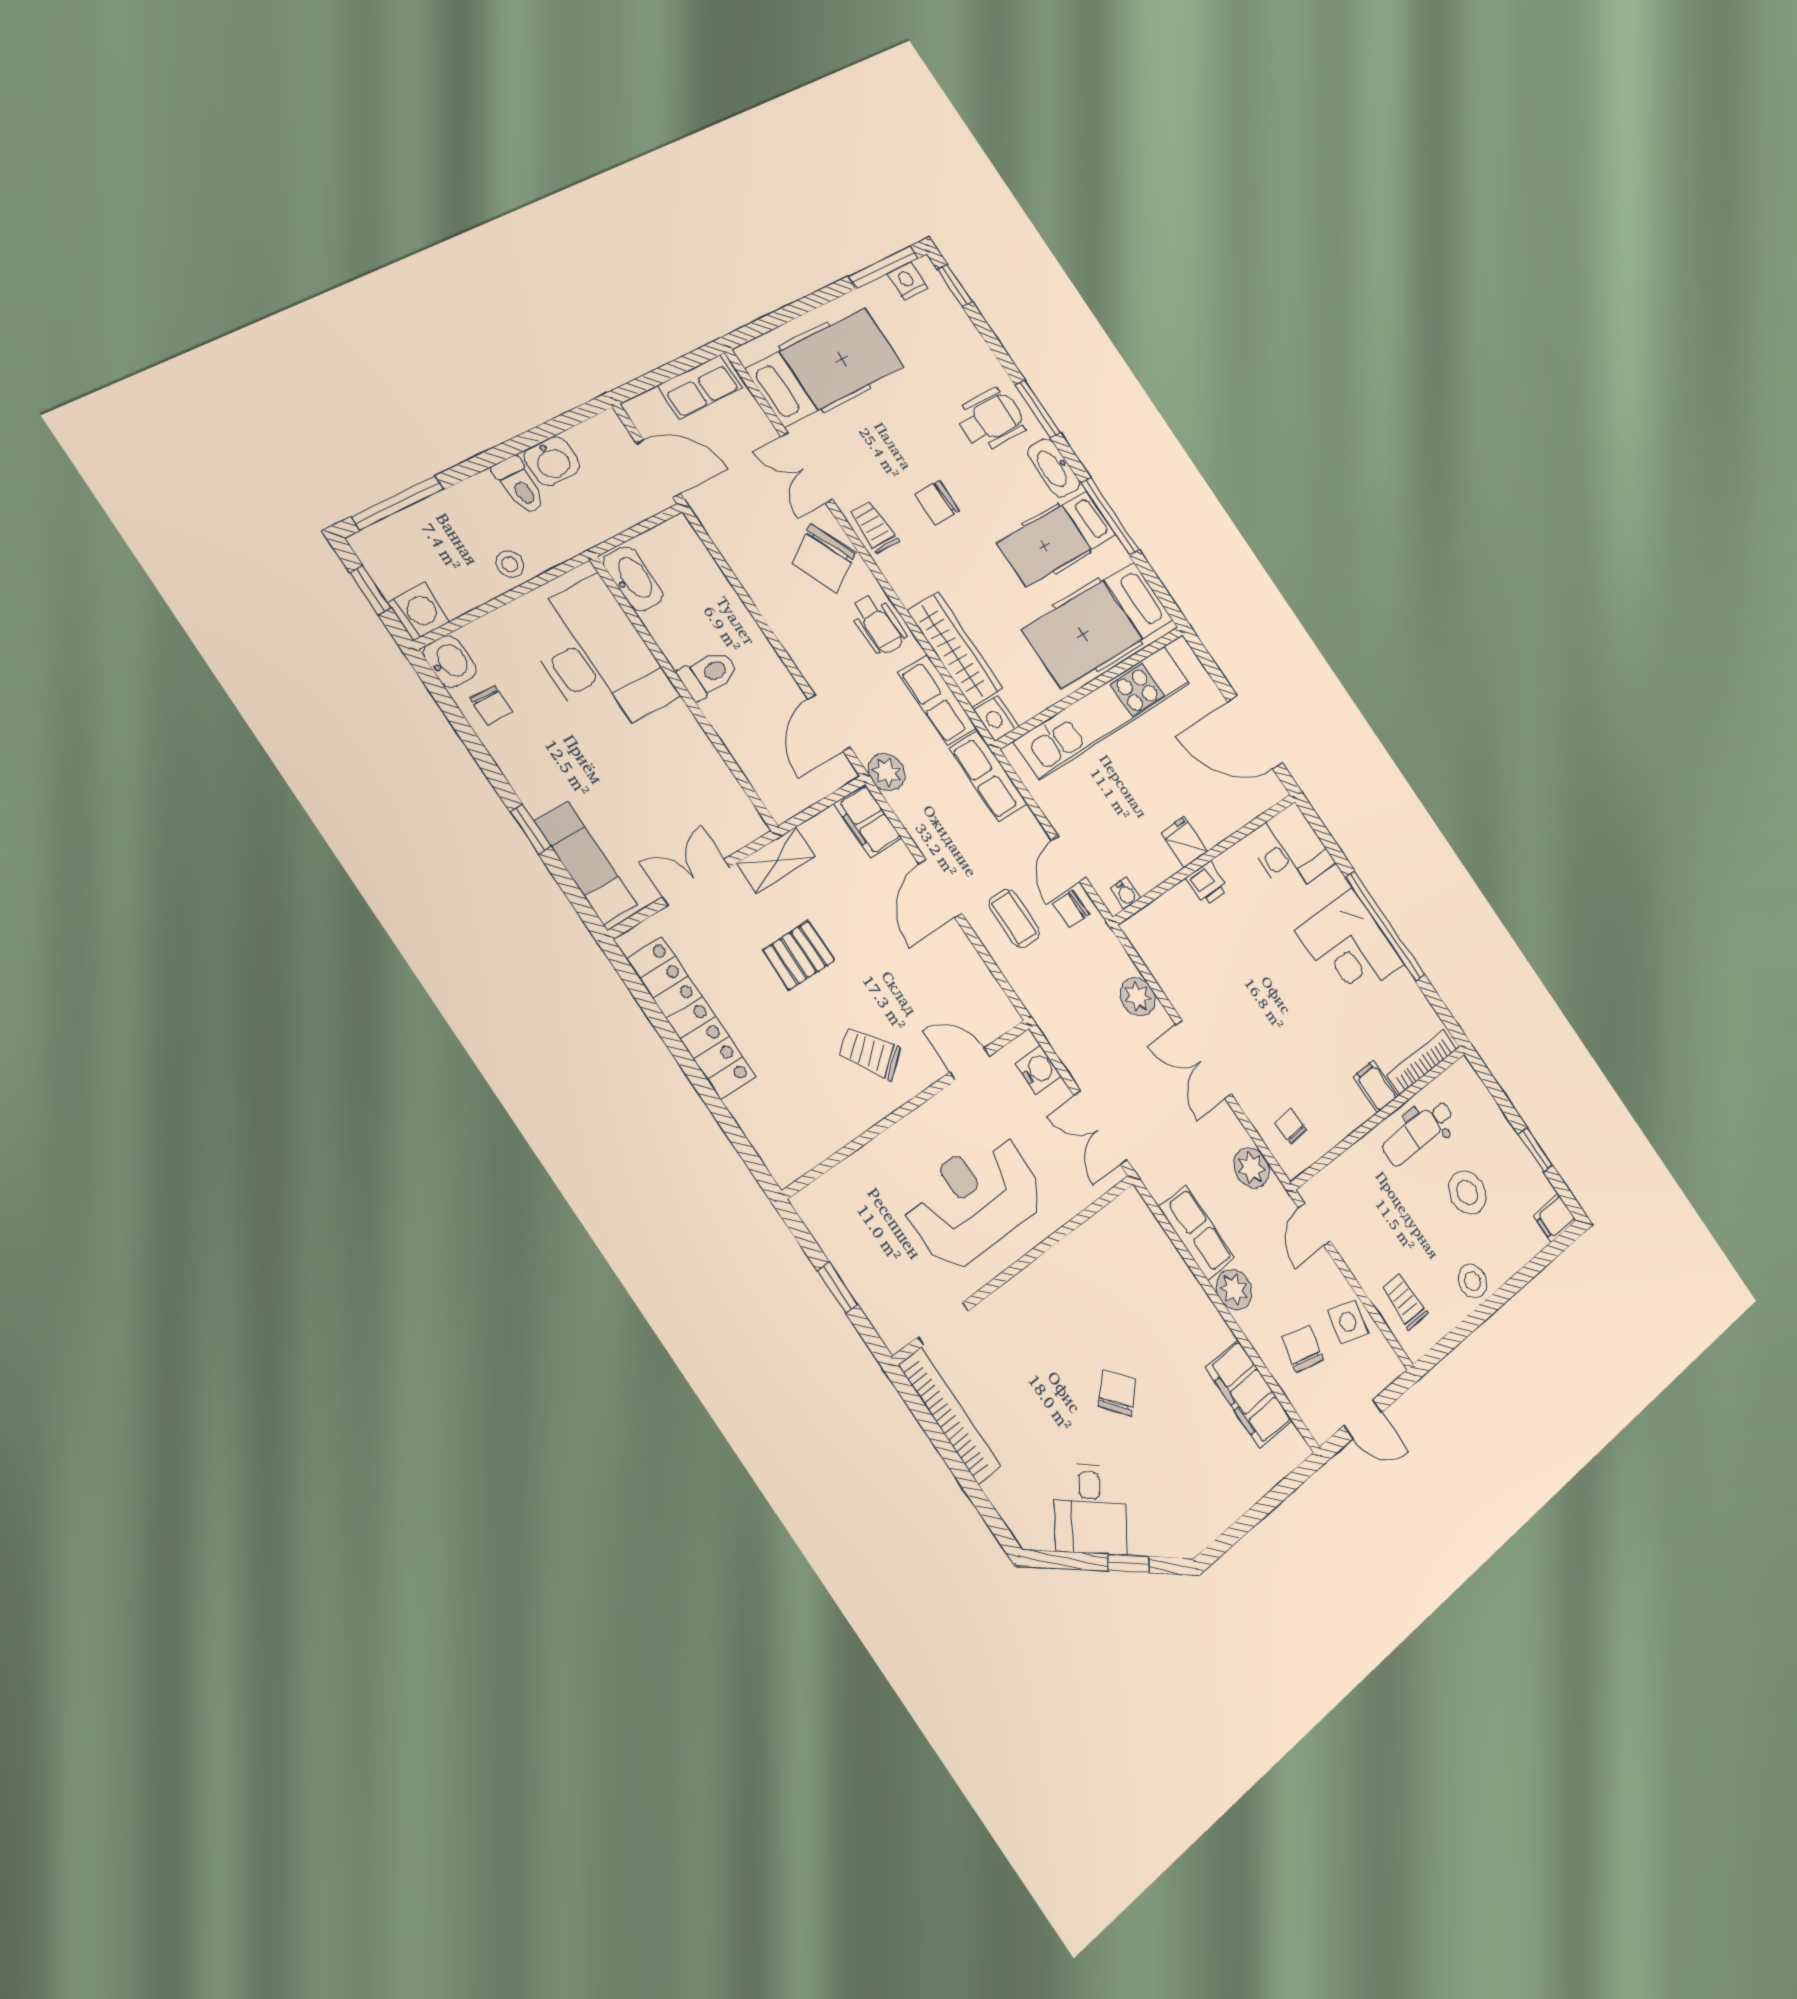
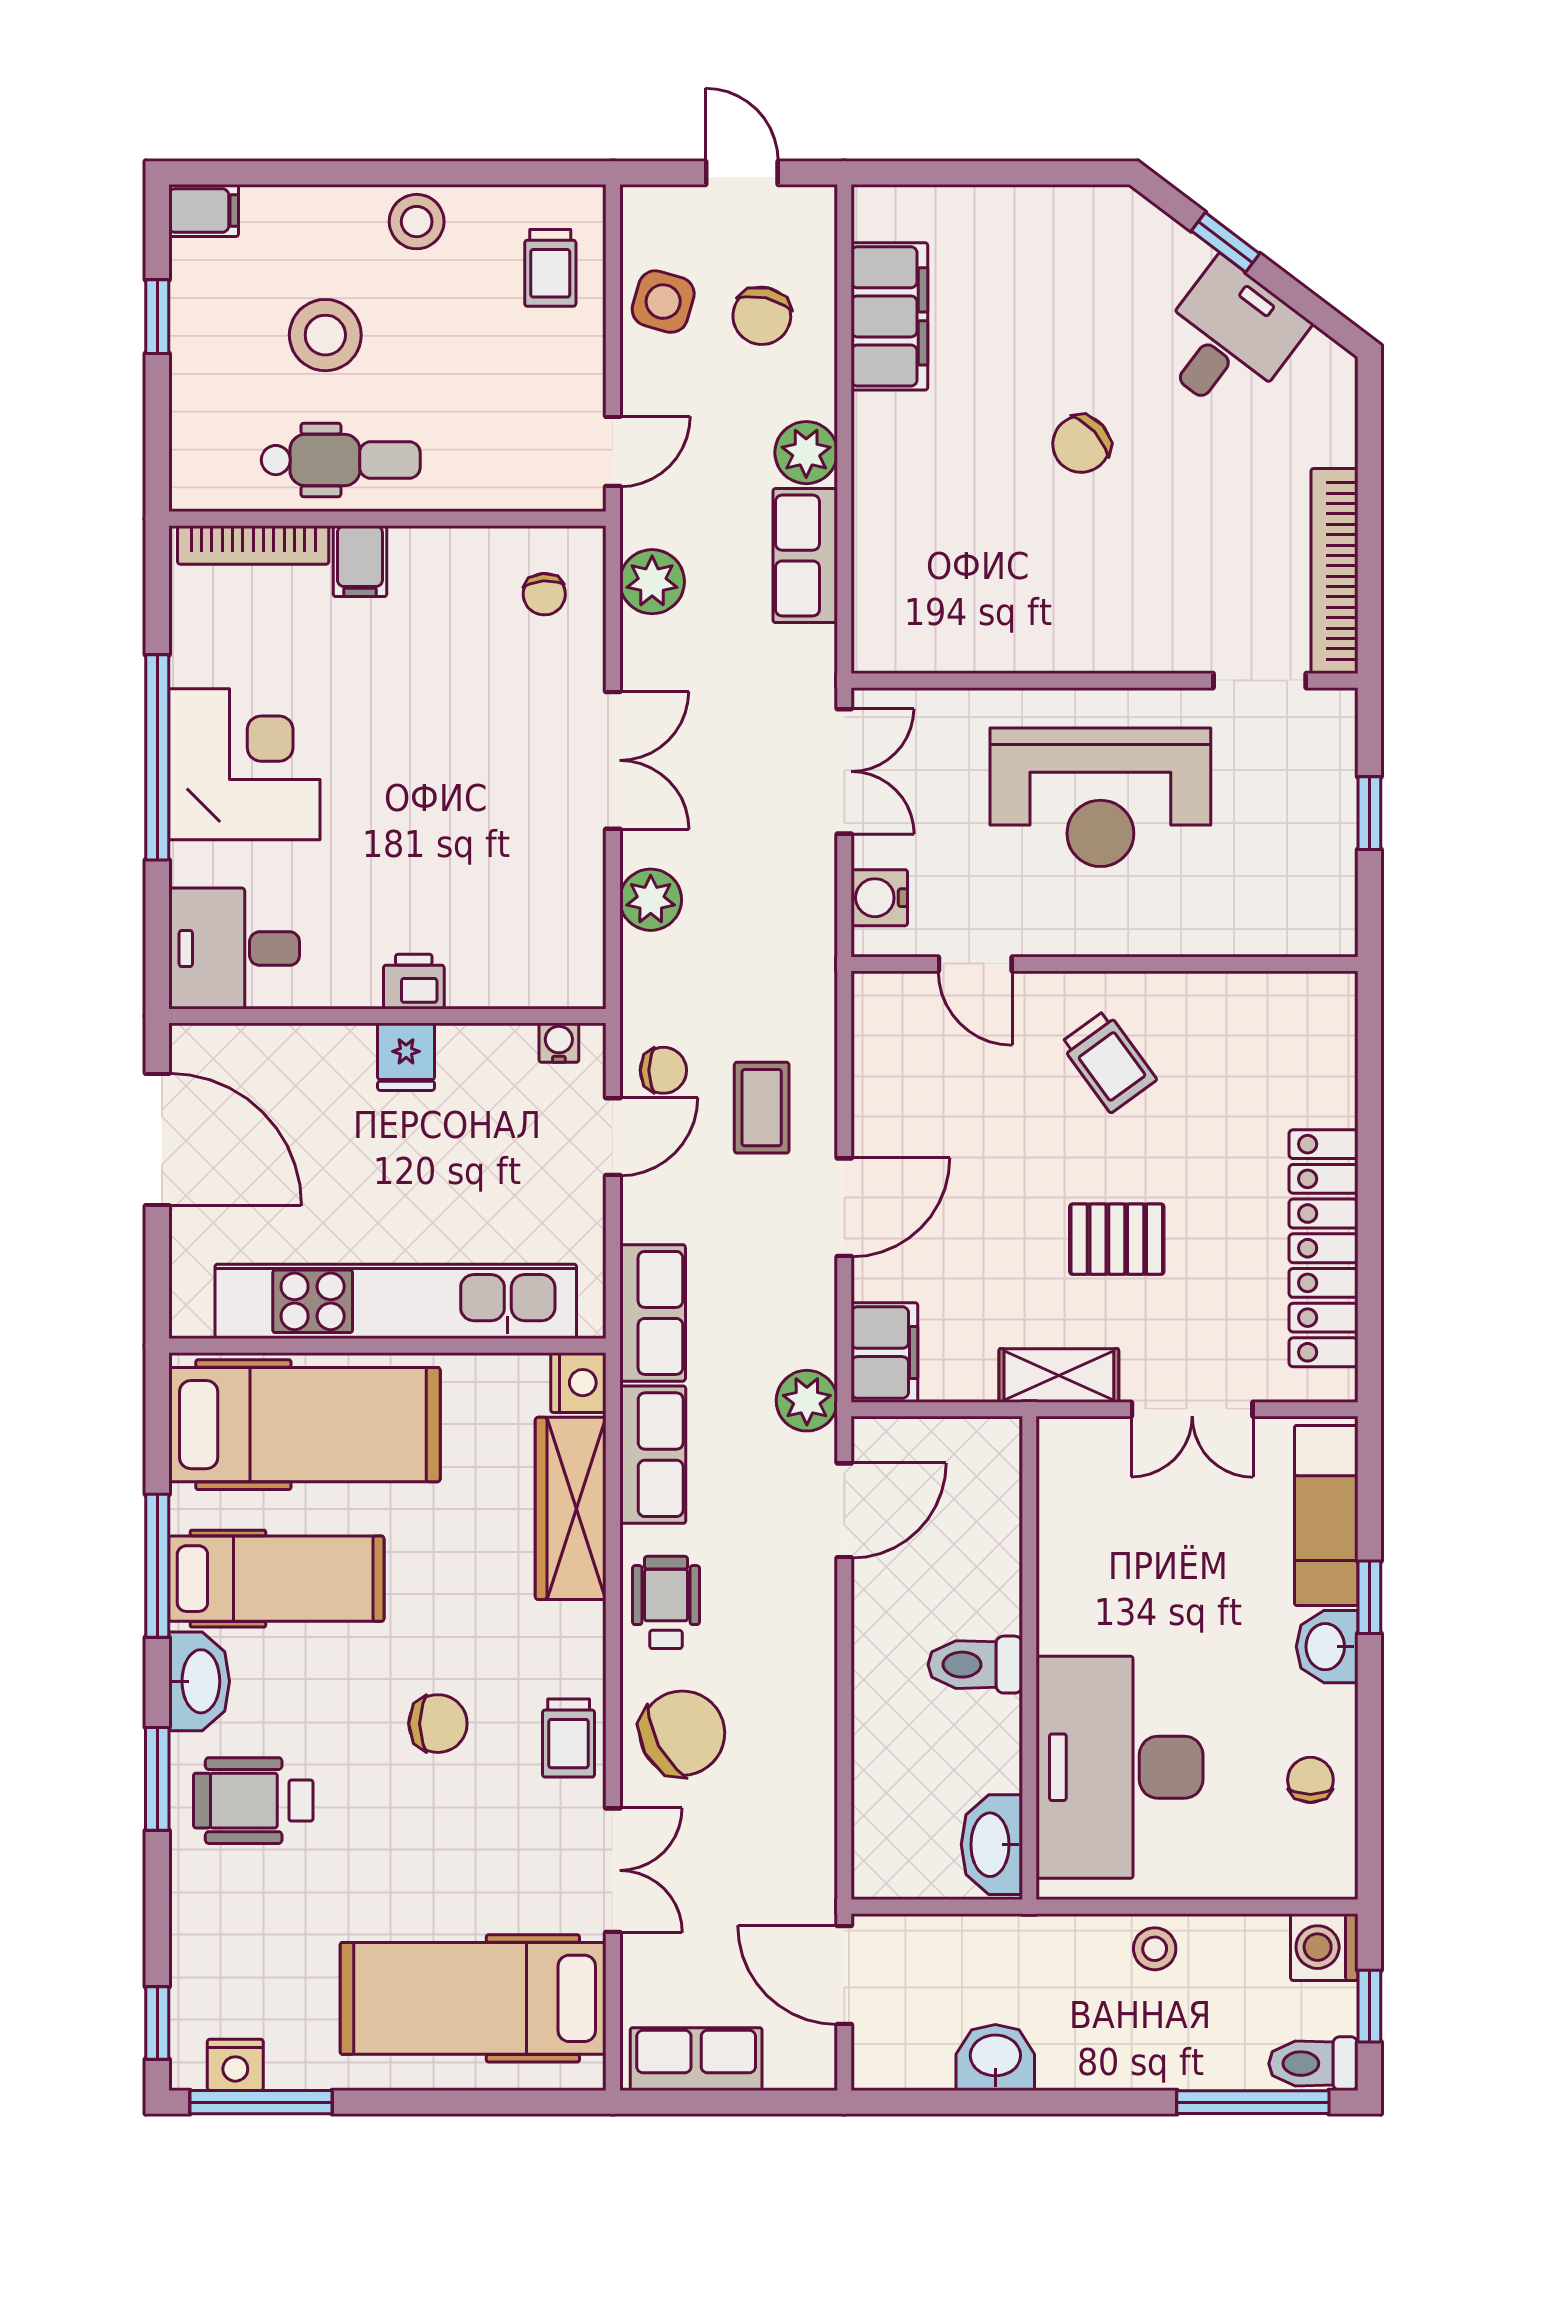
toilet: (519, 486) -> (1313, 2064), moved, turned -90
washbasin: (450, 661) -> (1327, 1647), moved

